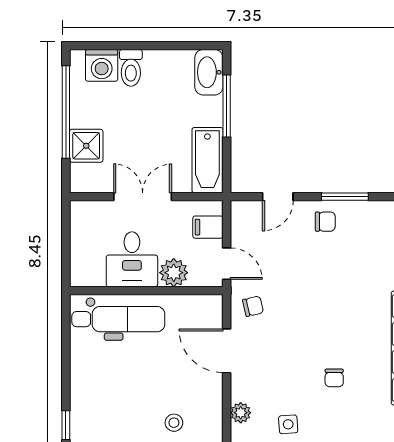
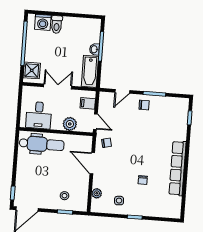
washbasin: (209, 72) -> (94, 49), moved, width x0.52, depth x0.69
shower: (86, 146) -> (32, 70), moved
desk: (132, 259) -> (39, 115), moved

